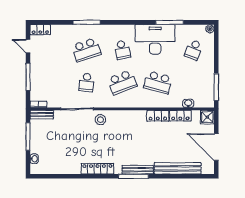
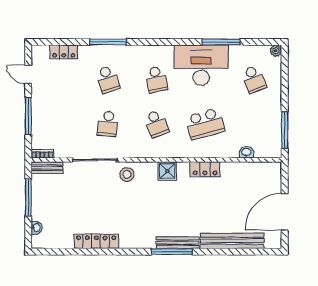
locker: (40, 30) -> (64, 52), moved
school desk: (86, 50) -> (108, 79), width x0.54
school desk: (194, 50) -> (254, 79), turned -42
school desk: (122, 82) -> (156, 124), width x0.54
school desk: (158, 82) -> (205, 124), turned -30
locker: (180, 116) -> (236, 169), removed
shower: (207, 117) -> (167, 171), moved
door: (216, 147) -> (285, 212), hinge flipped
locker: (97, 169) -> (96, 241), moved

